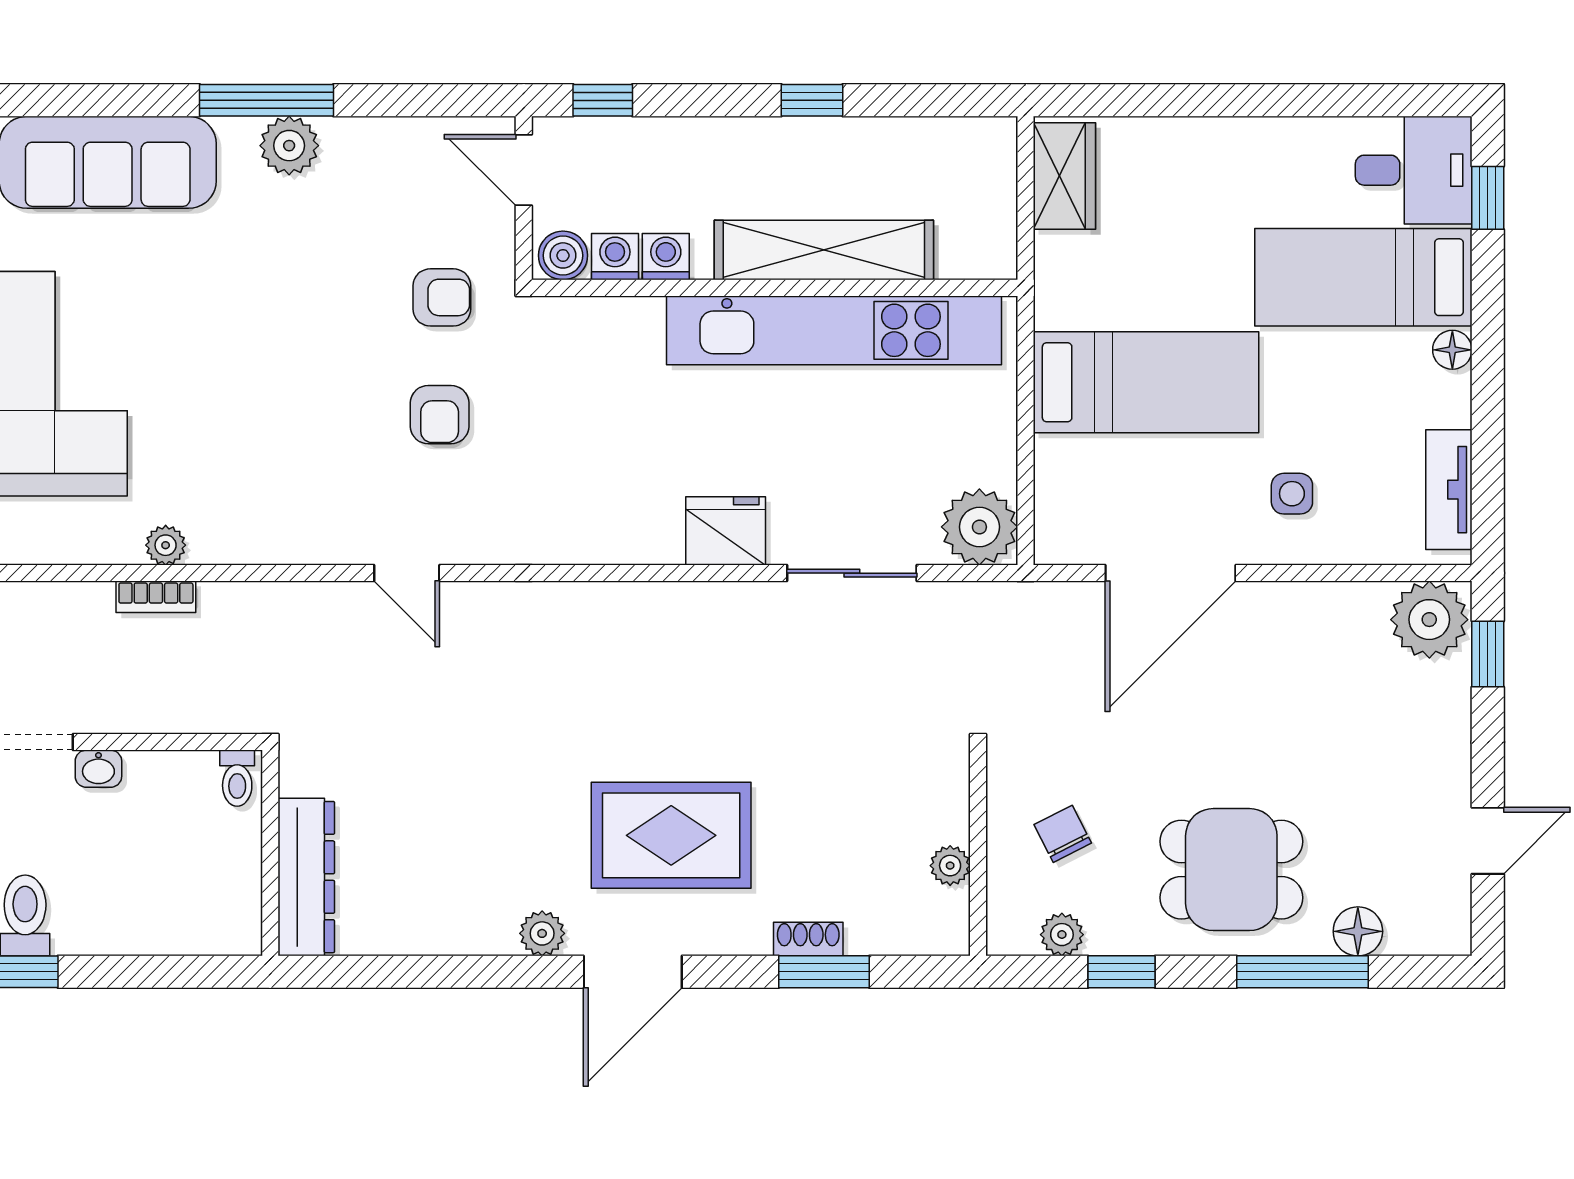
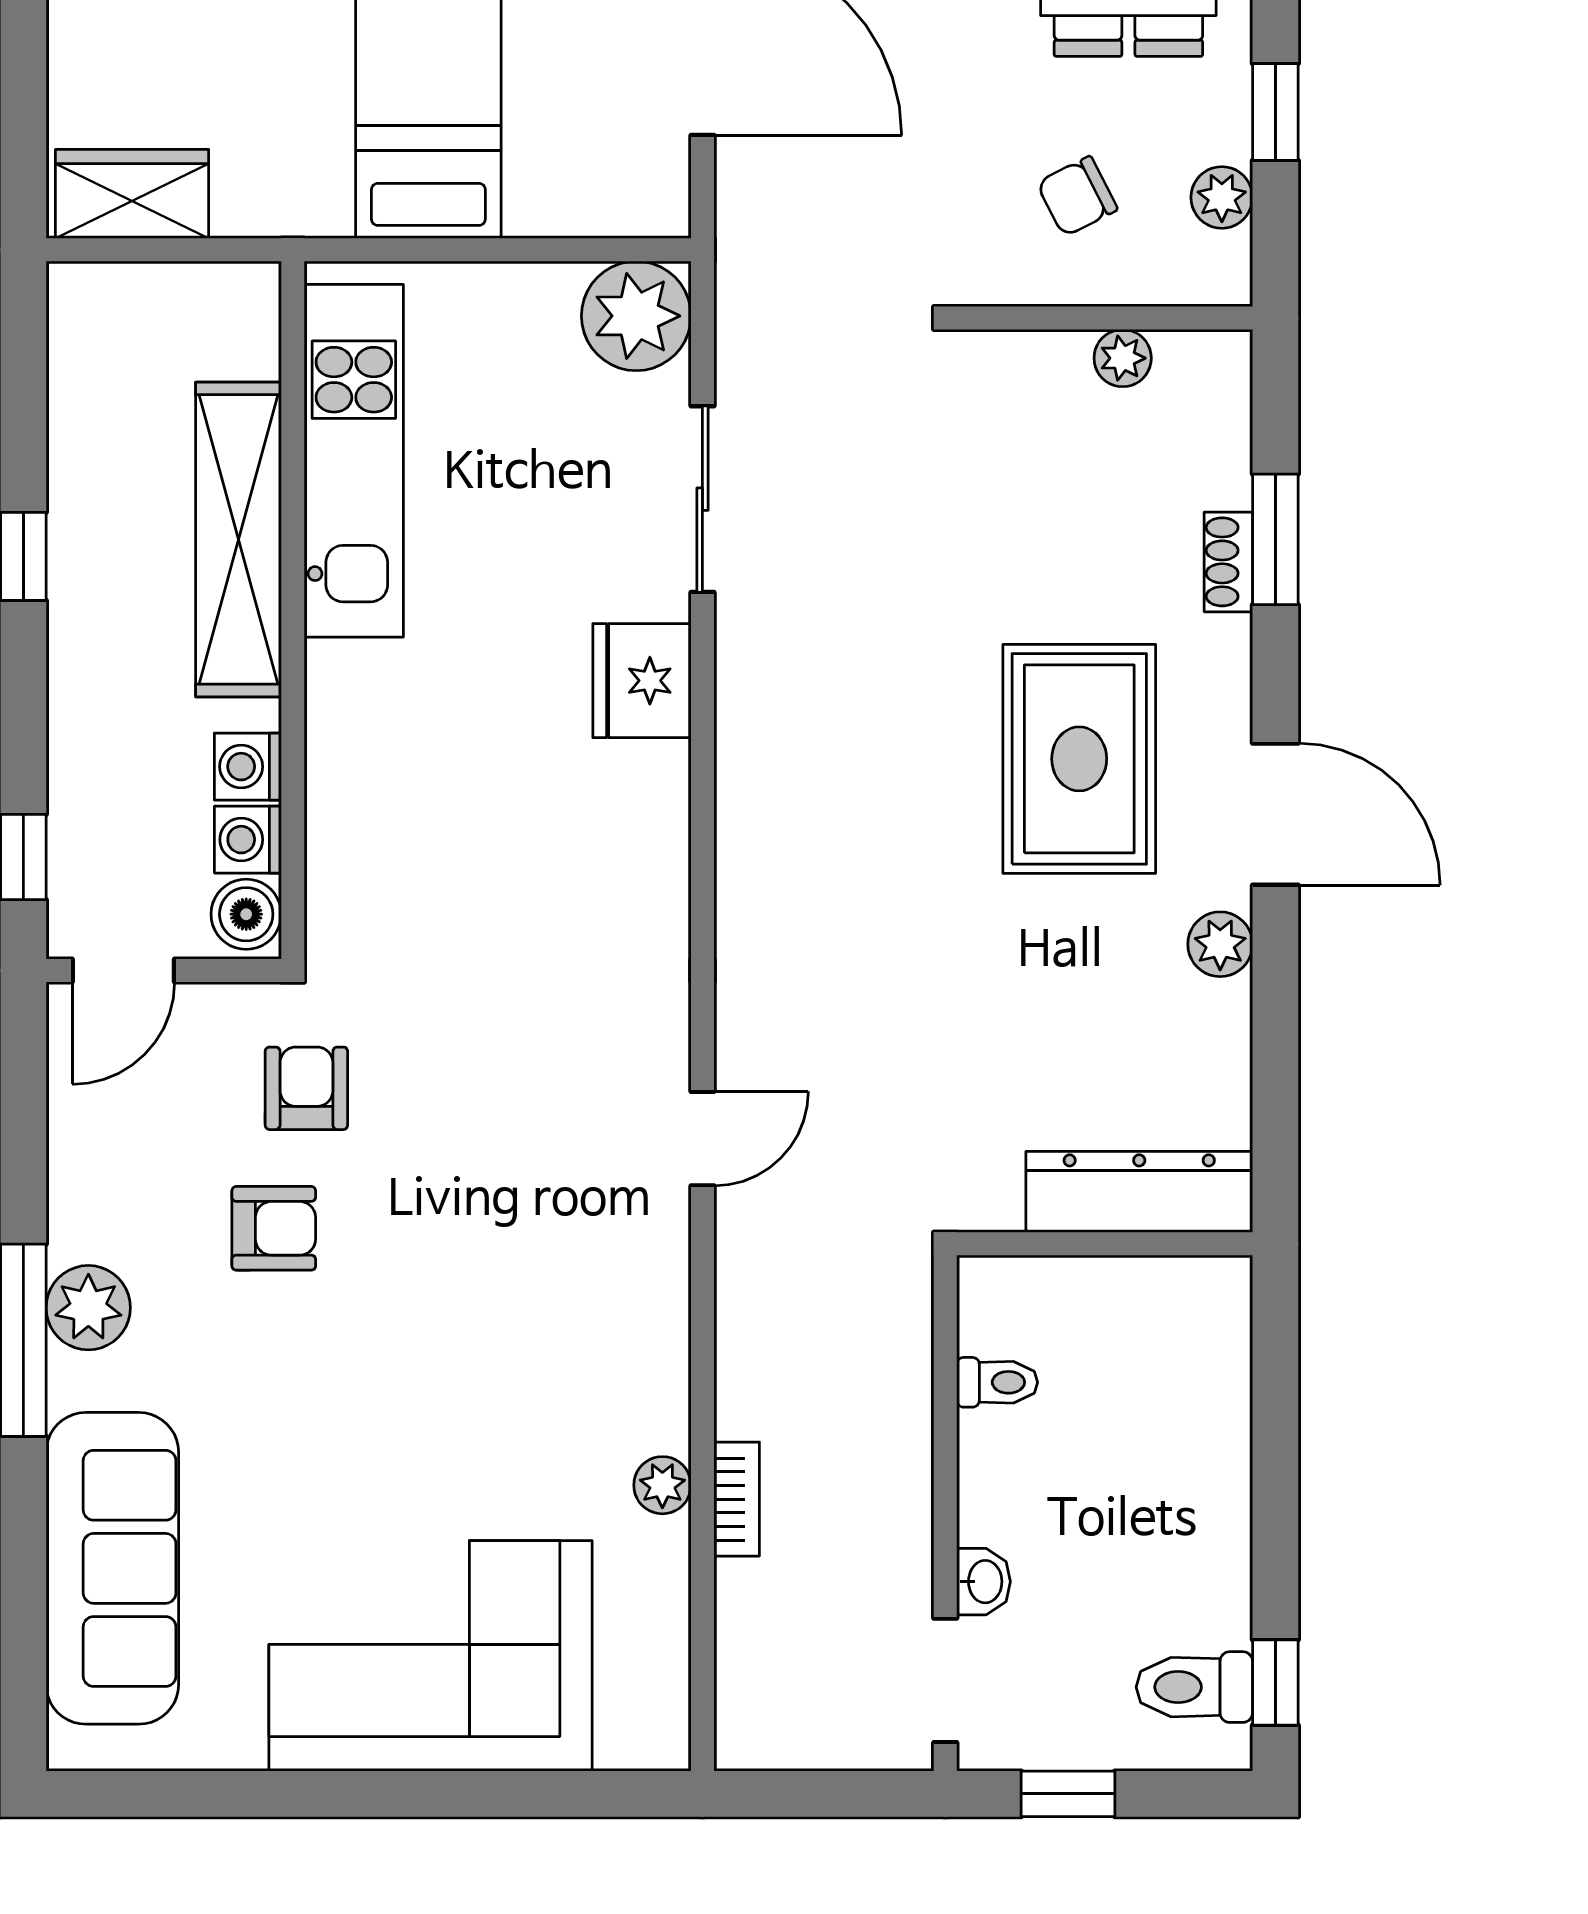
kitchen unit: (834, 330) -> (354, 461), width x0.73
armchair: (440, 415) -> (274, 1228), moved
wall: (270, 853) -> (1105, 1244), moved
dresser: (306, 877) -> (1139, 1192), moved

